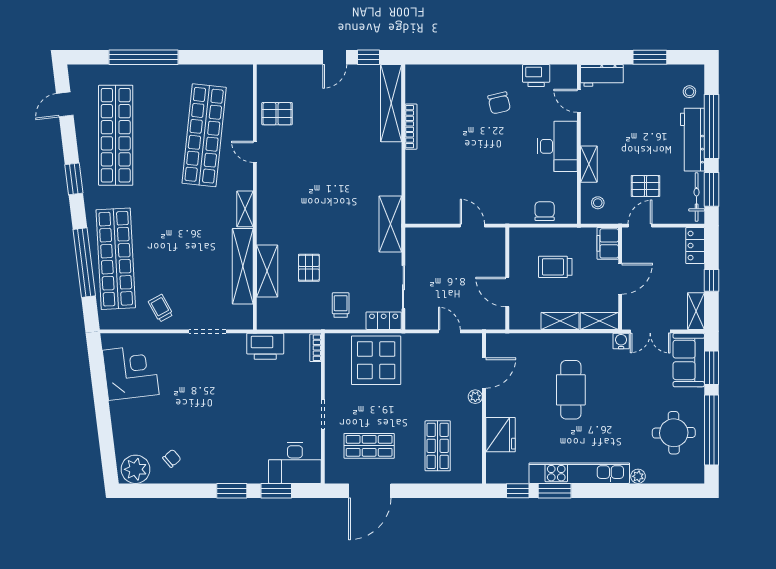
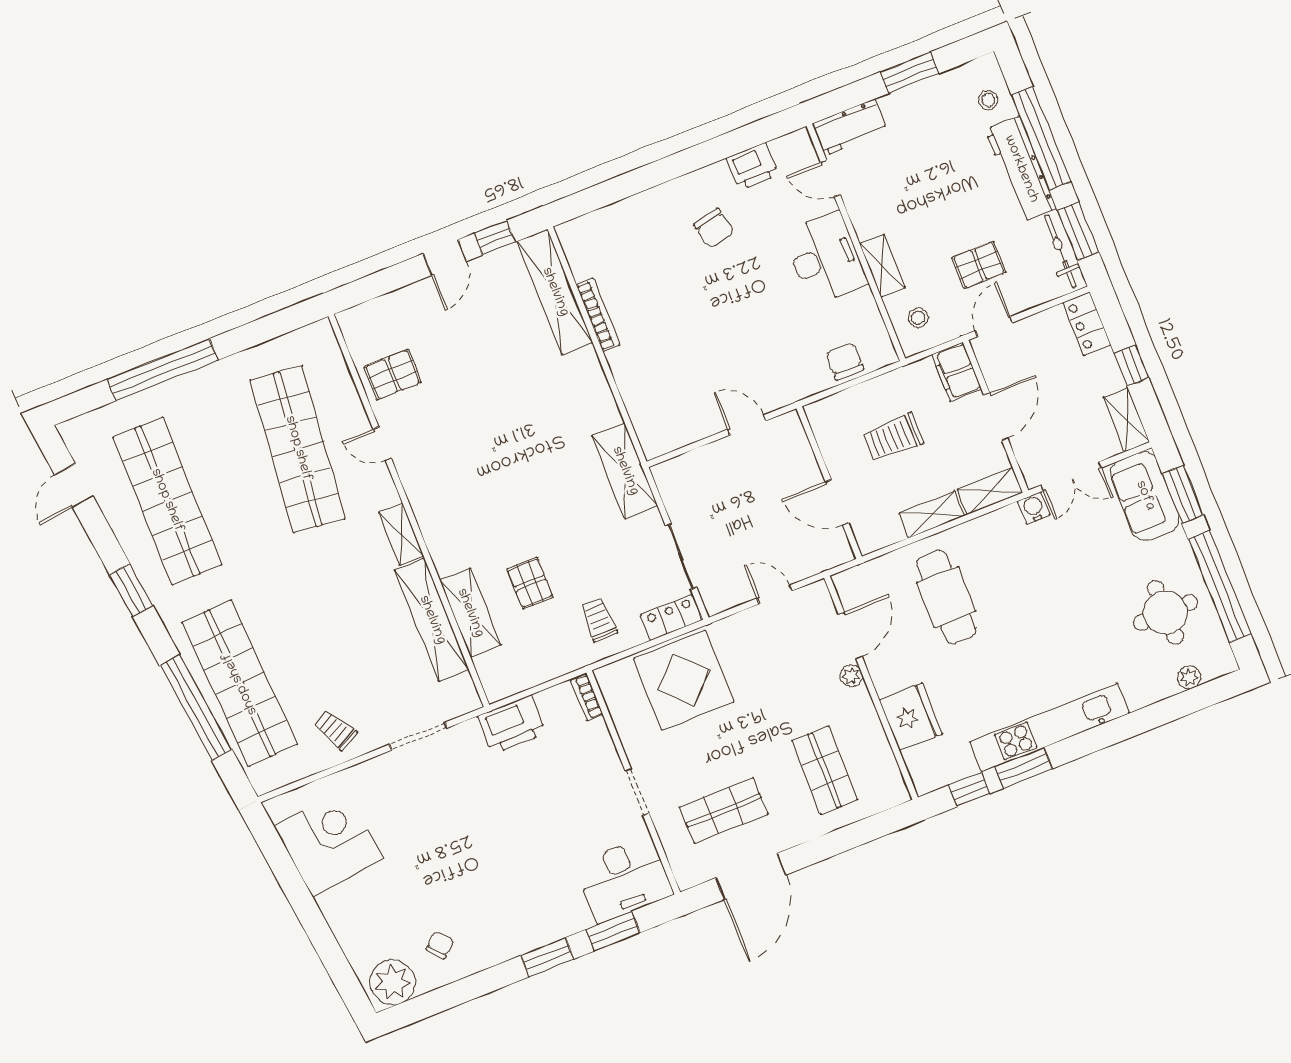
cafe table: (571, 390) -> (946, 597), moved
plant: (638, 476) -> (1189, 677), moved

